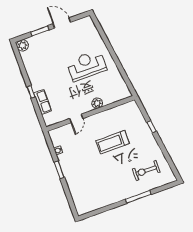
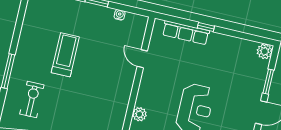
row of seats: (43, 102) -> (186, 33), width x1.48
plant: (97, 103) -> (139, 114), moved
treadmill: (113, 142) -> (65, 55), moved

